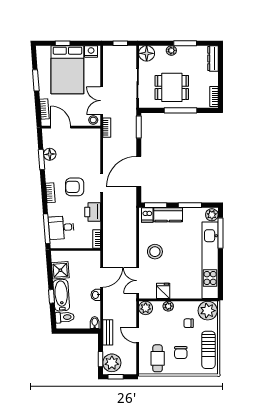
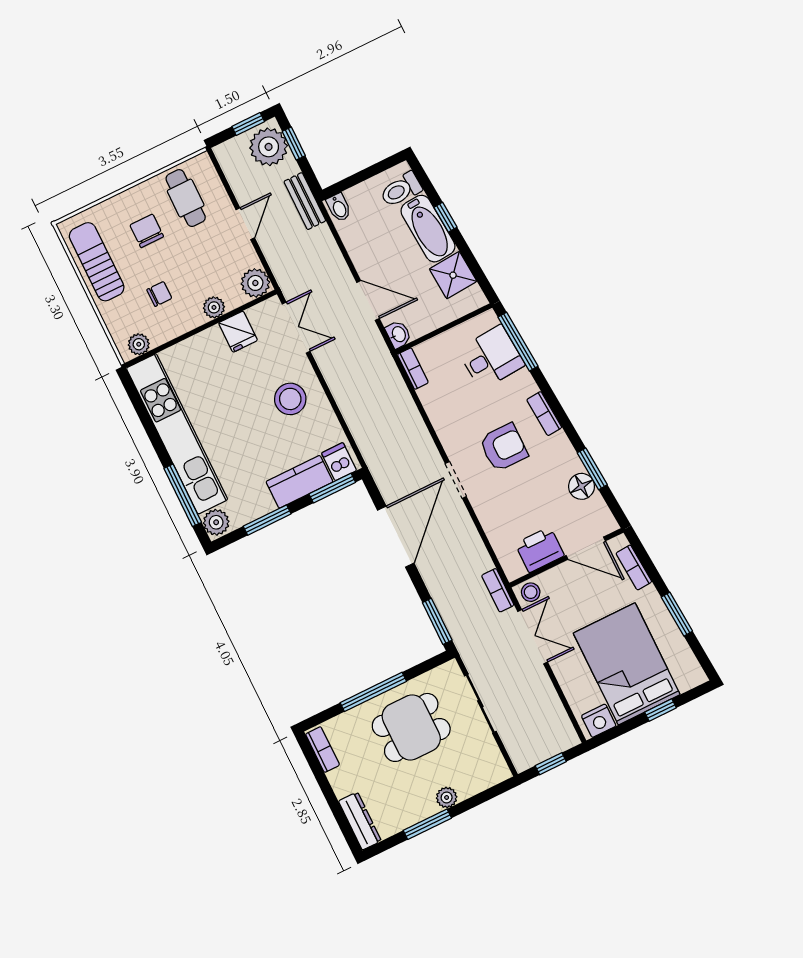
floor lamp: (147, 53) -> (491, 769), removed
printer: (93, 212) -> (540, 550), moved, turned -90
door: (102, 277) -> (368, 301), swing flipped
washbasin: (96, 295) -> (398, 334), moved
plant: (208, 311) -> (139, 344), width x0.53, depth x0.53
door: (138, 335) -> (245, 224), hinge flipped

